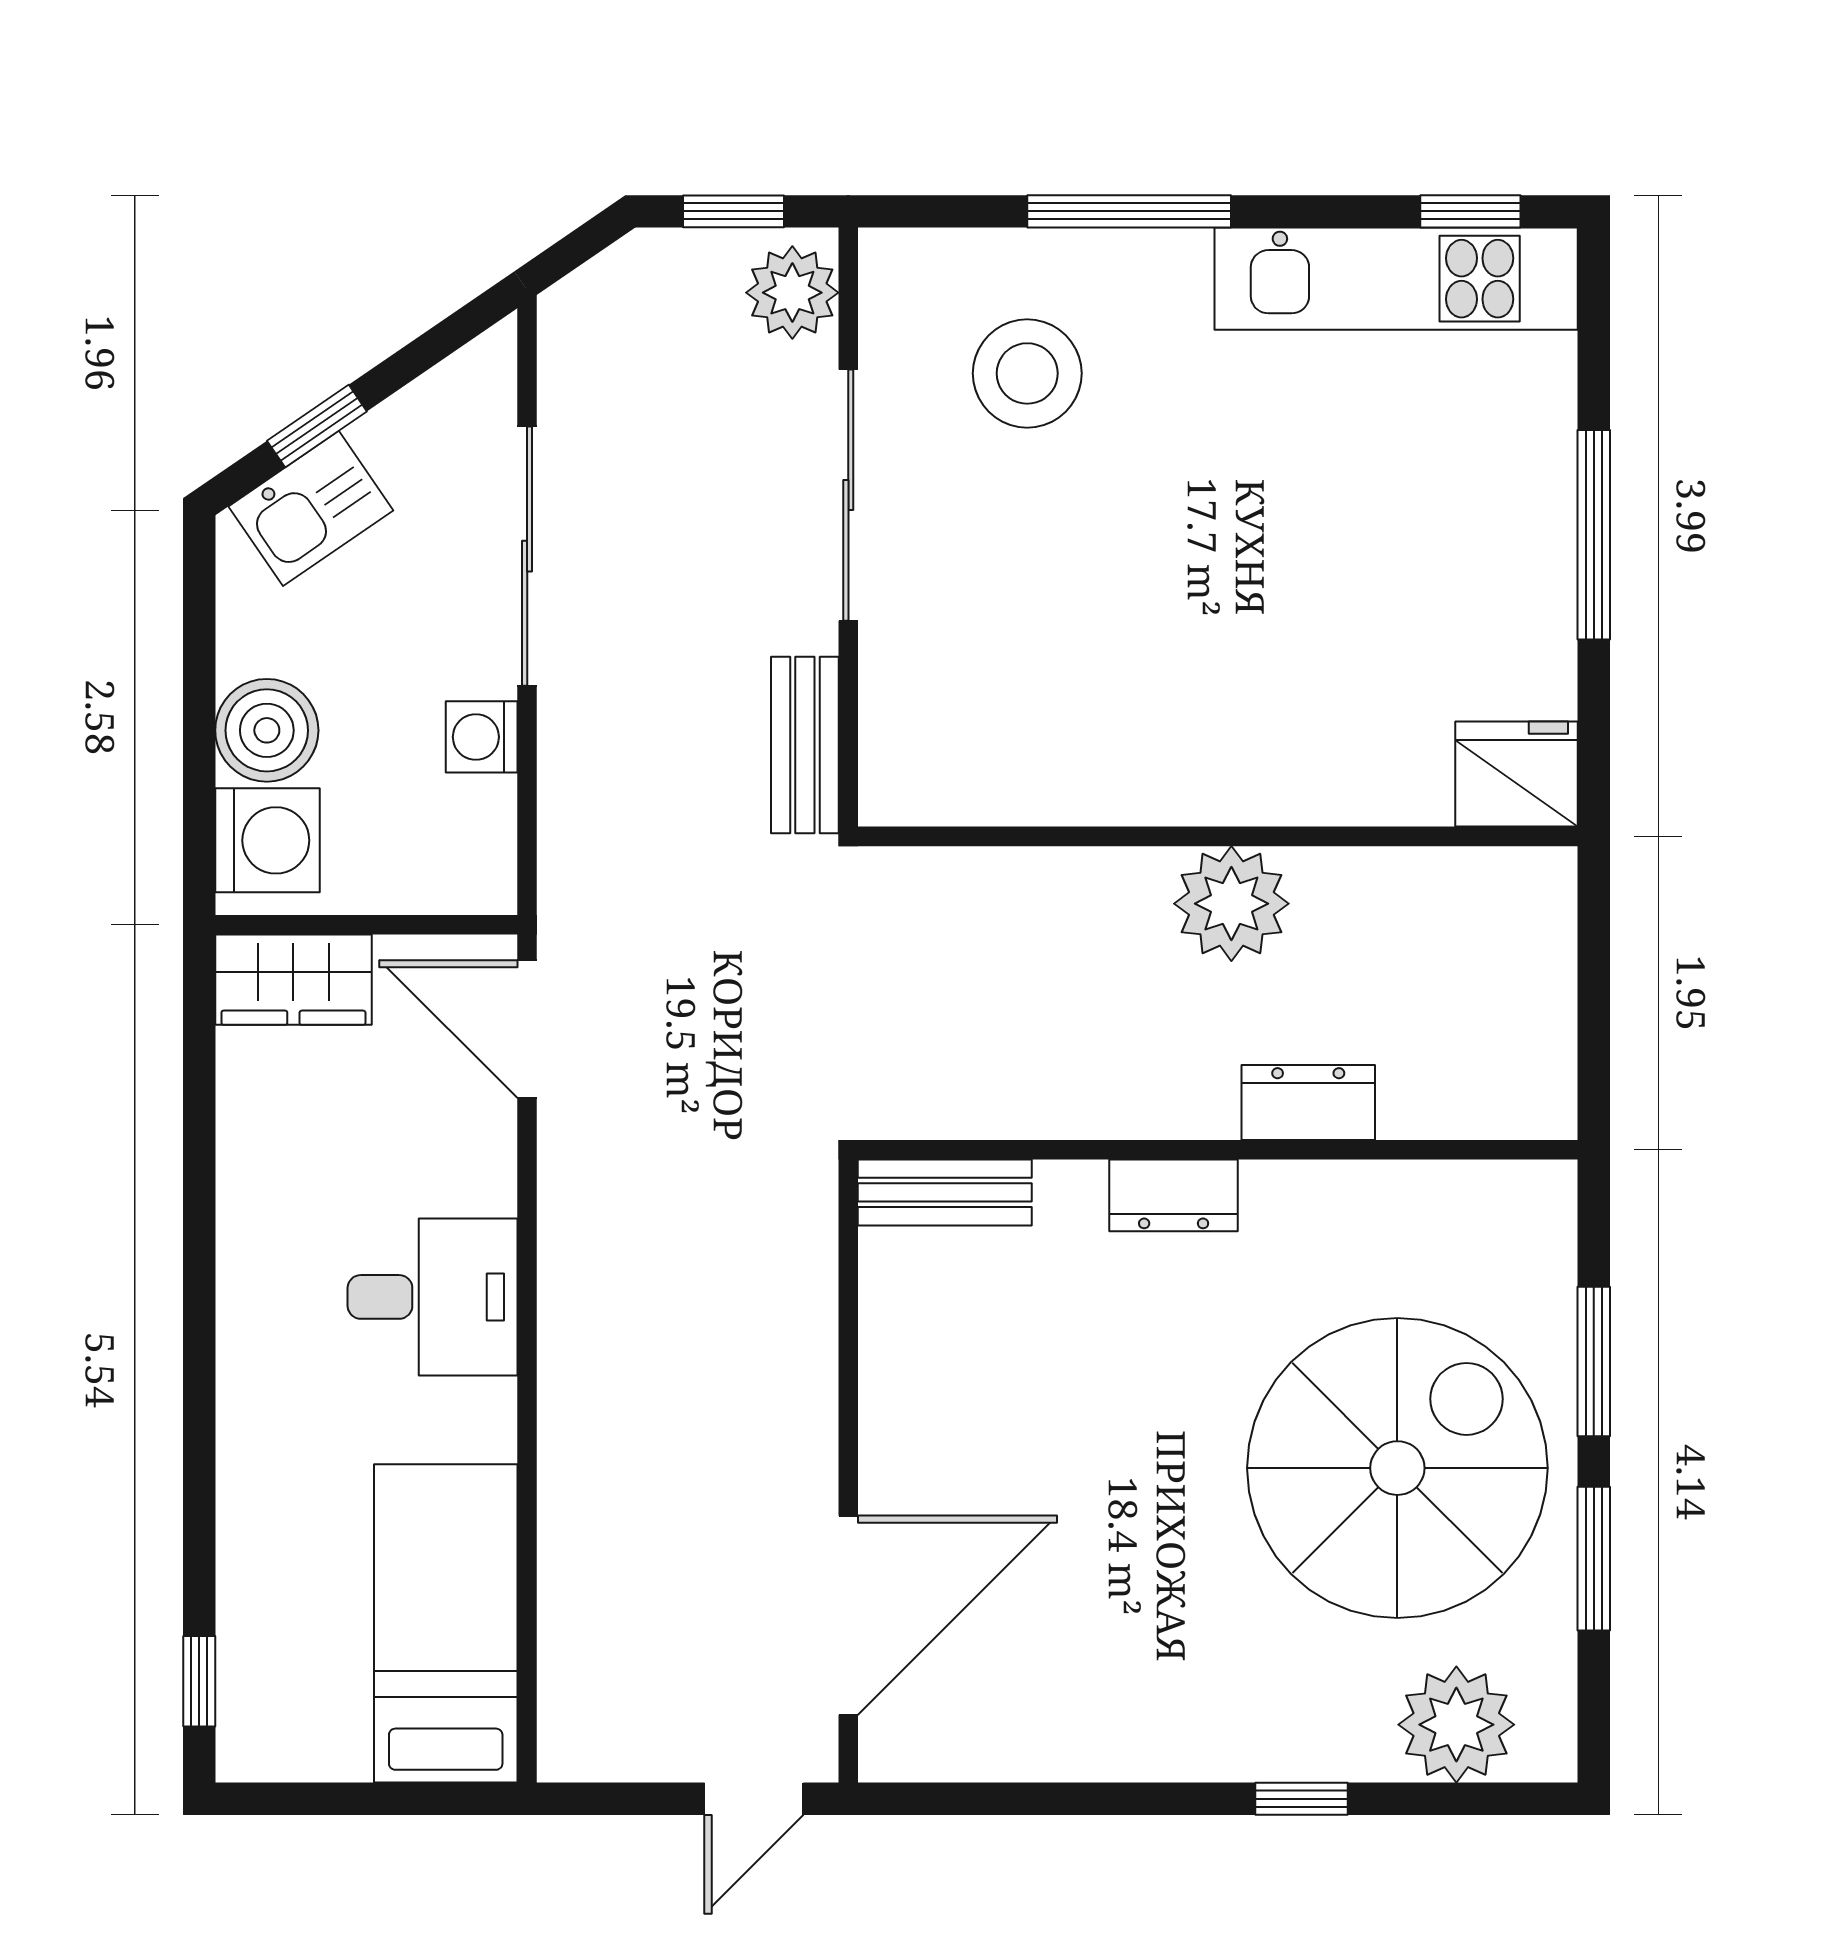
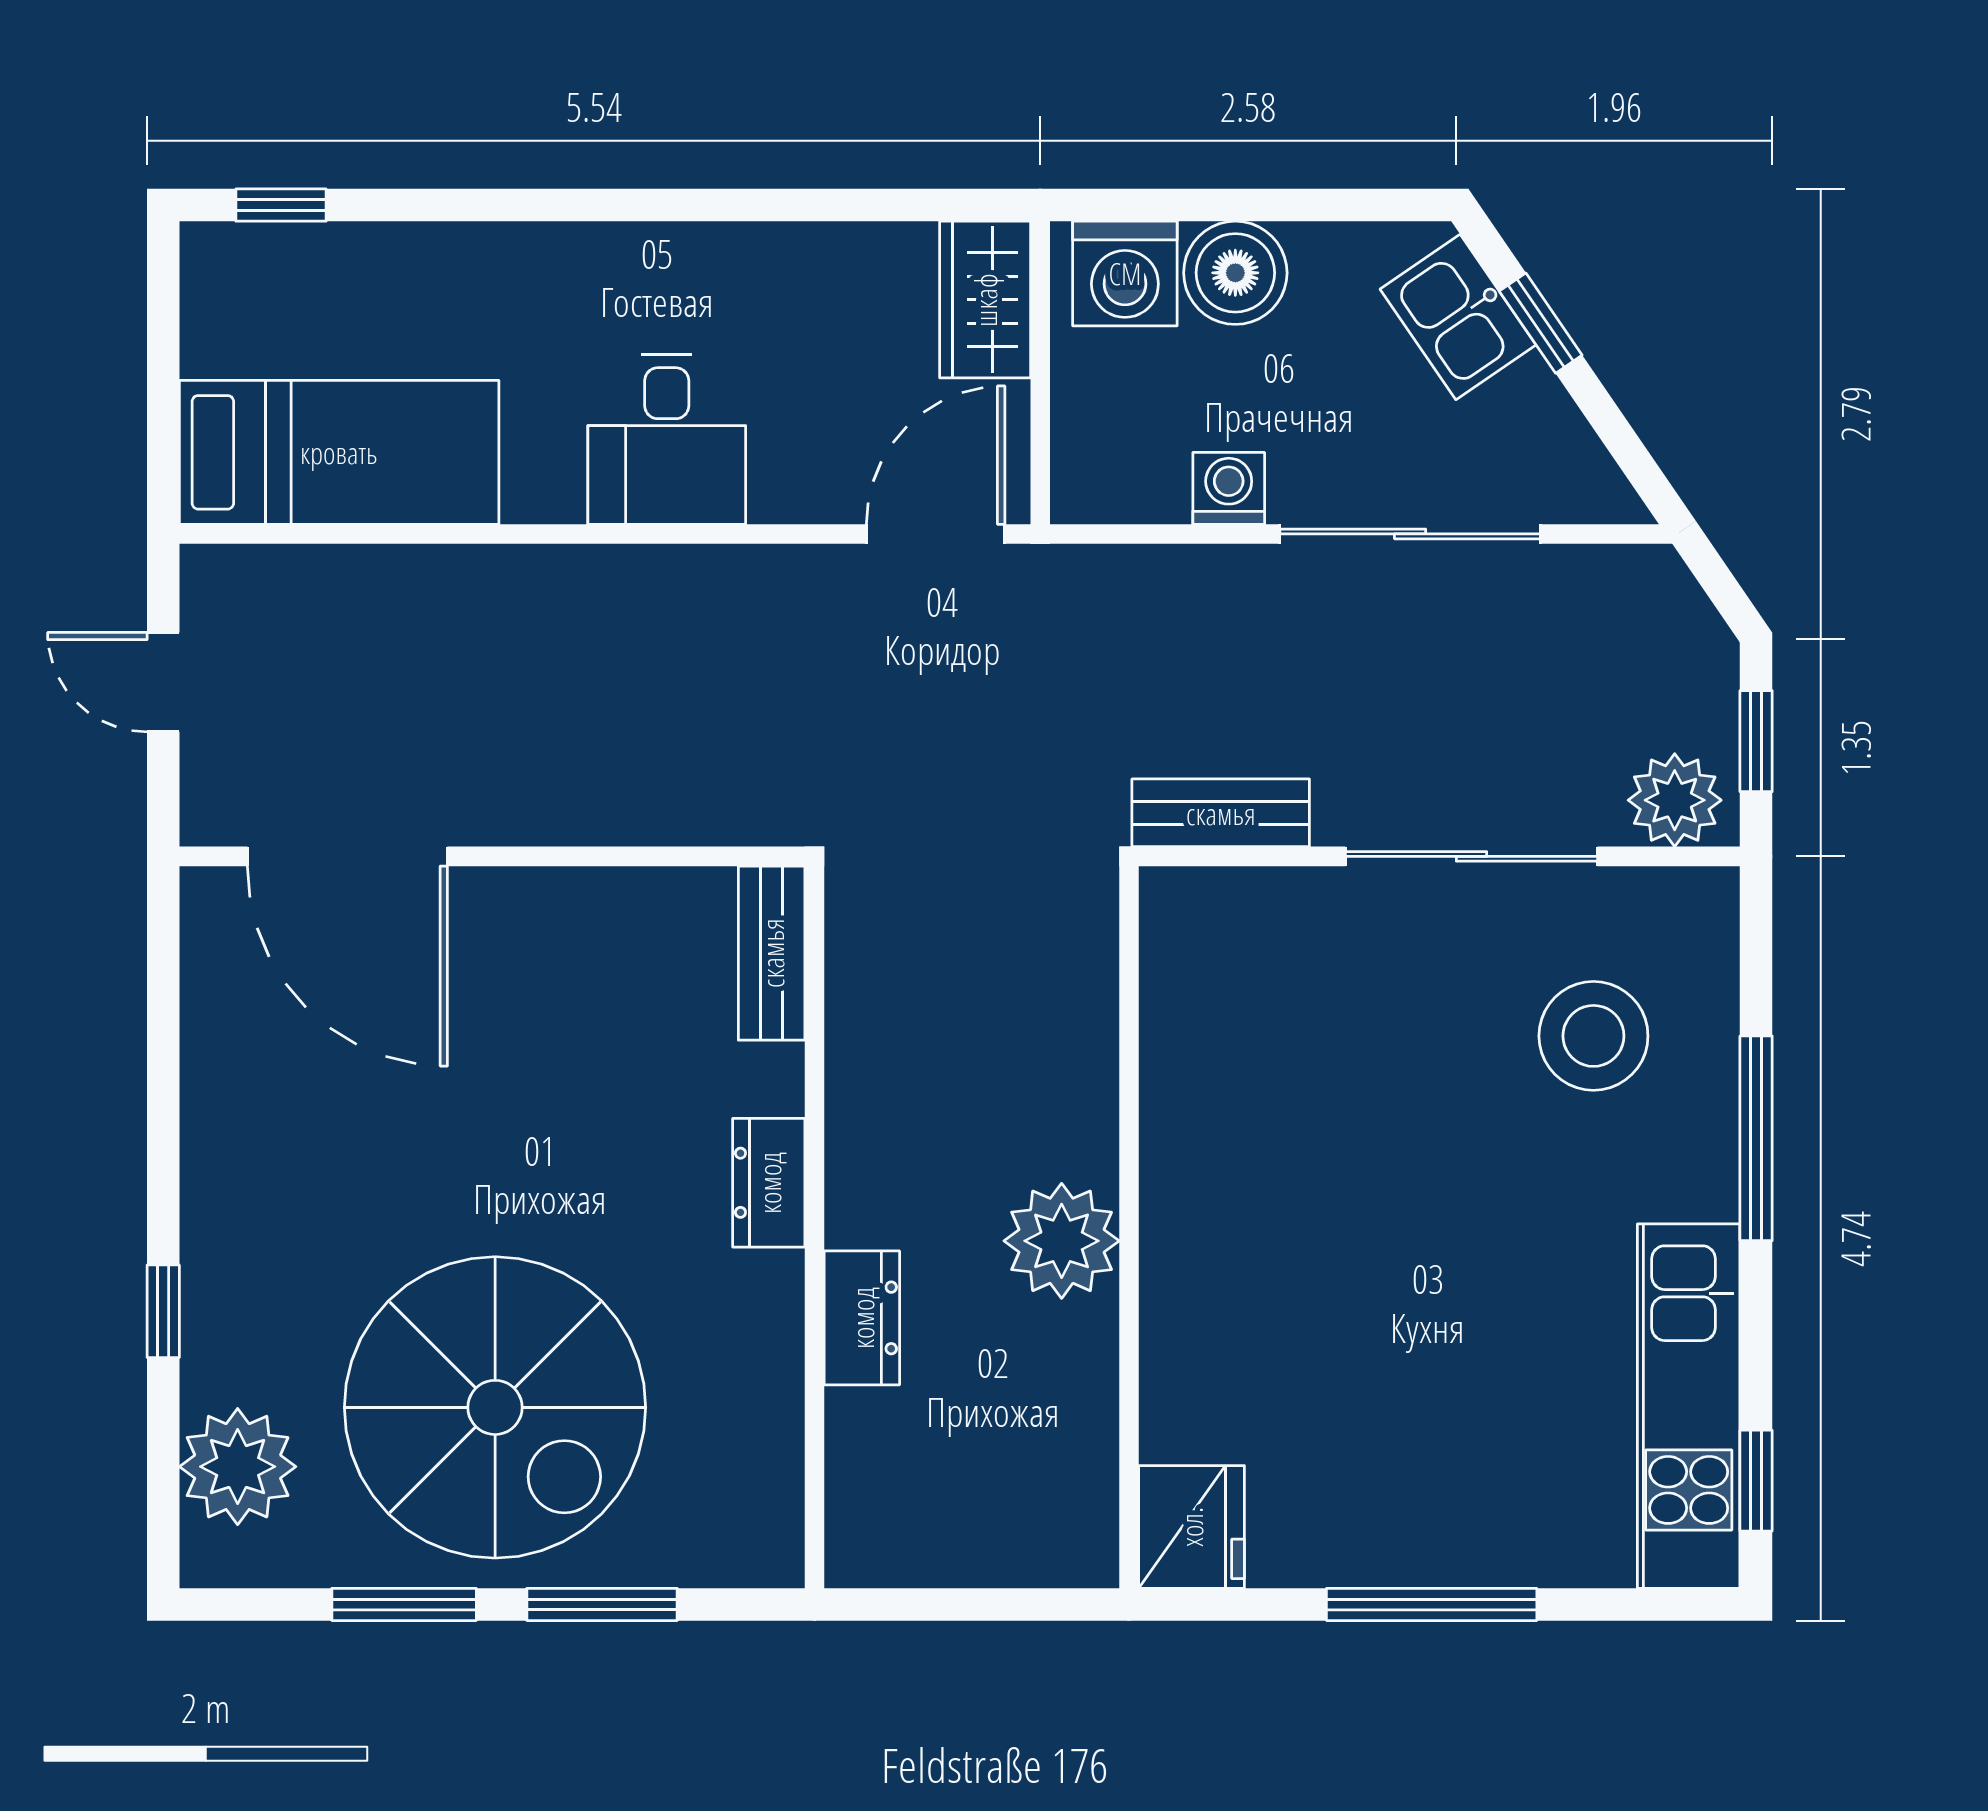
door: (754, 1799) -> (163, 682), moved

